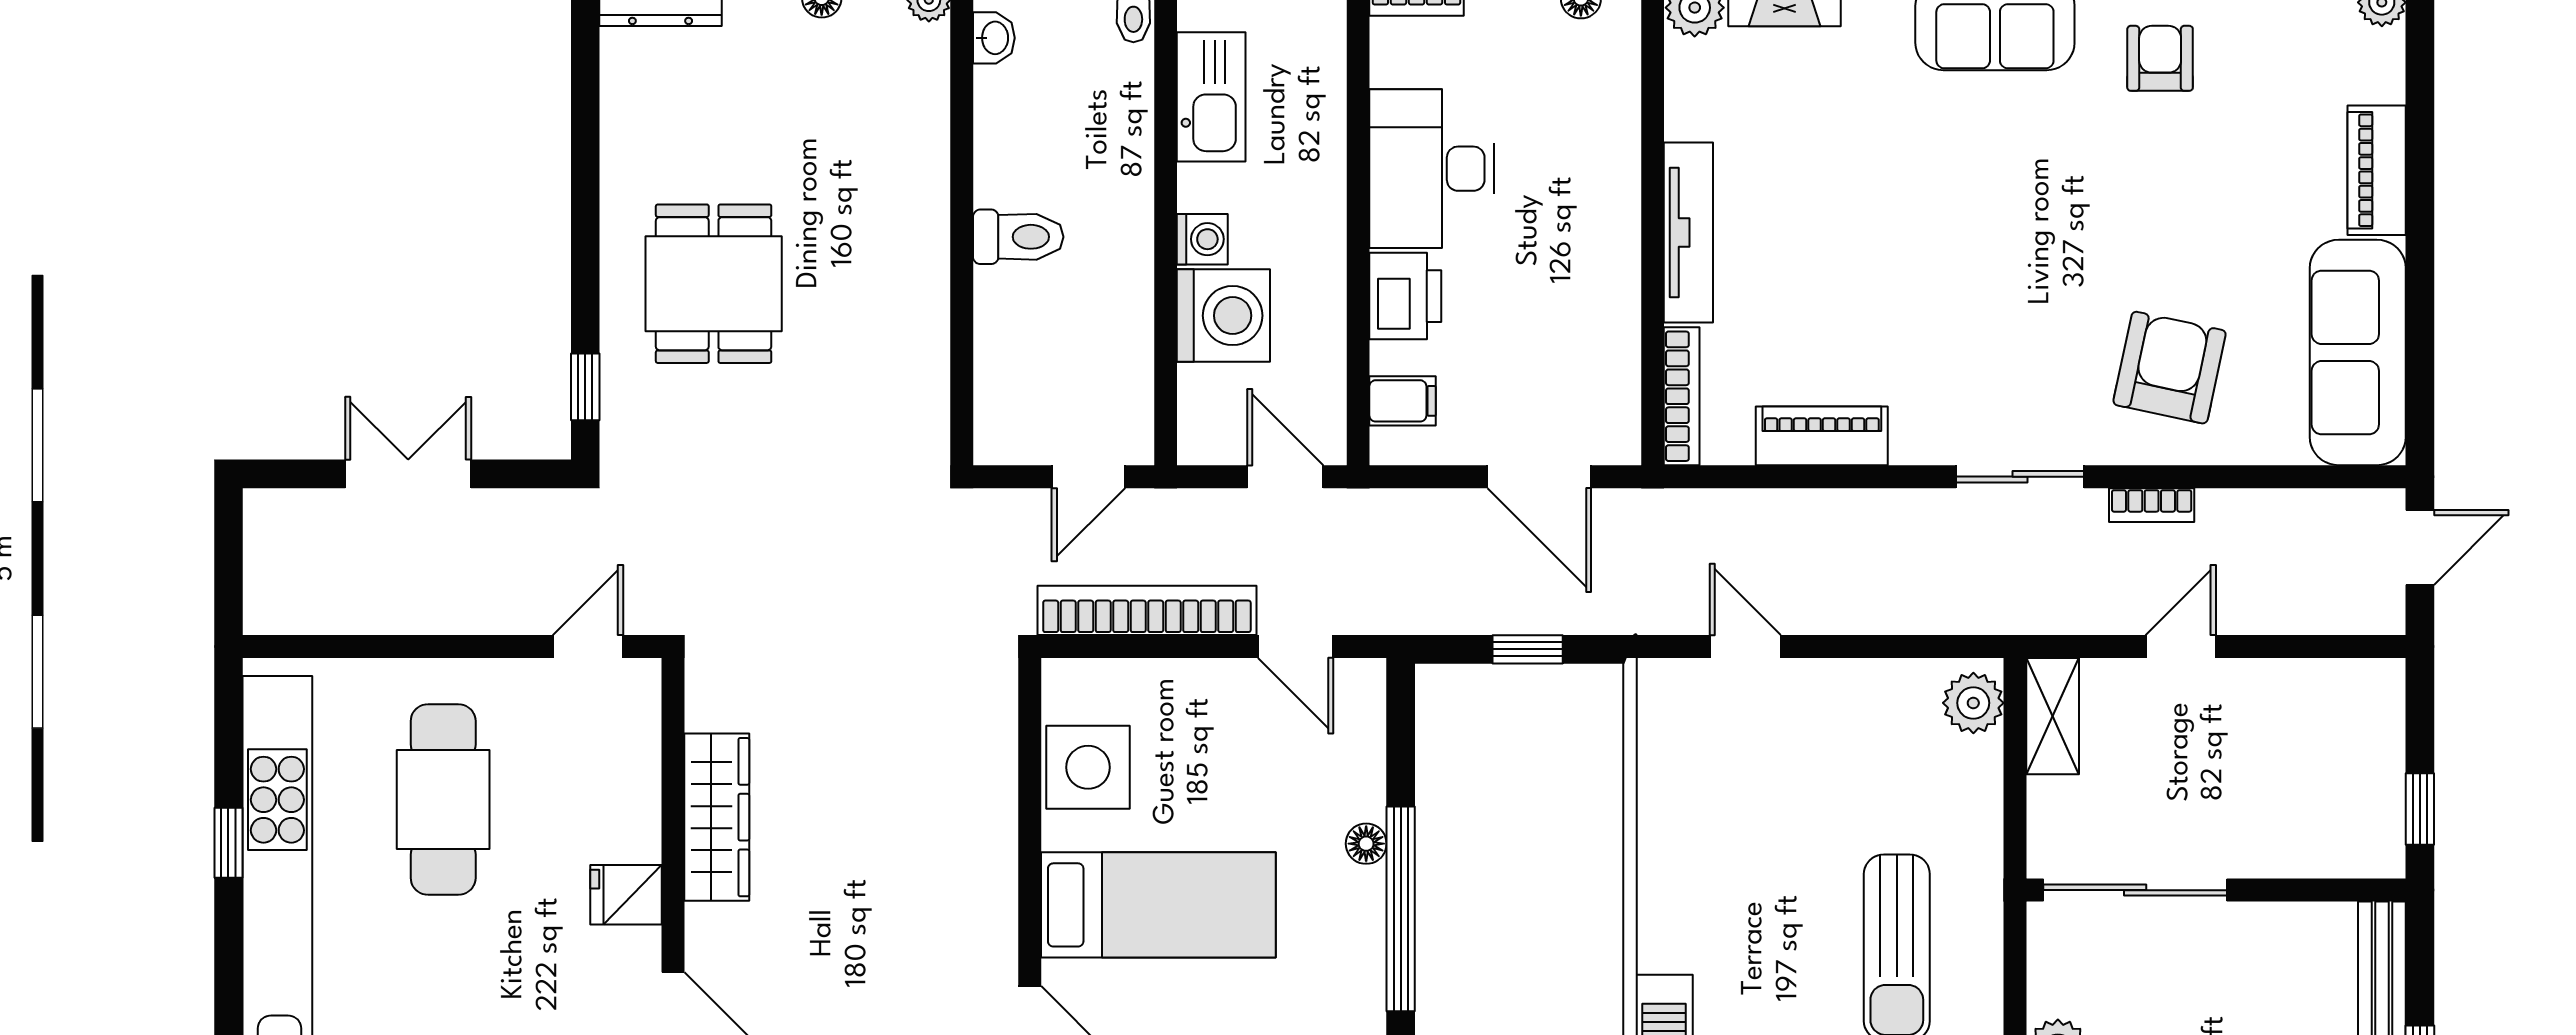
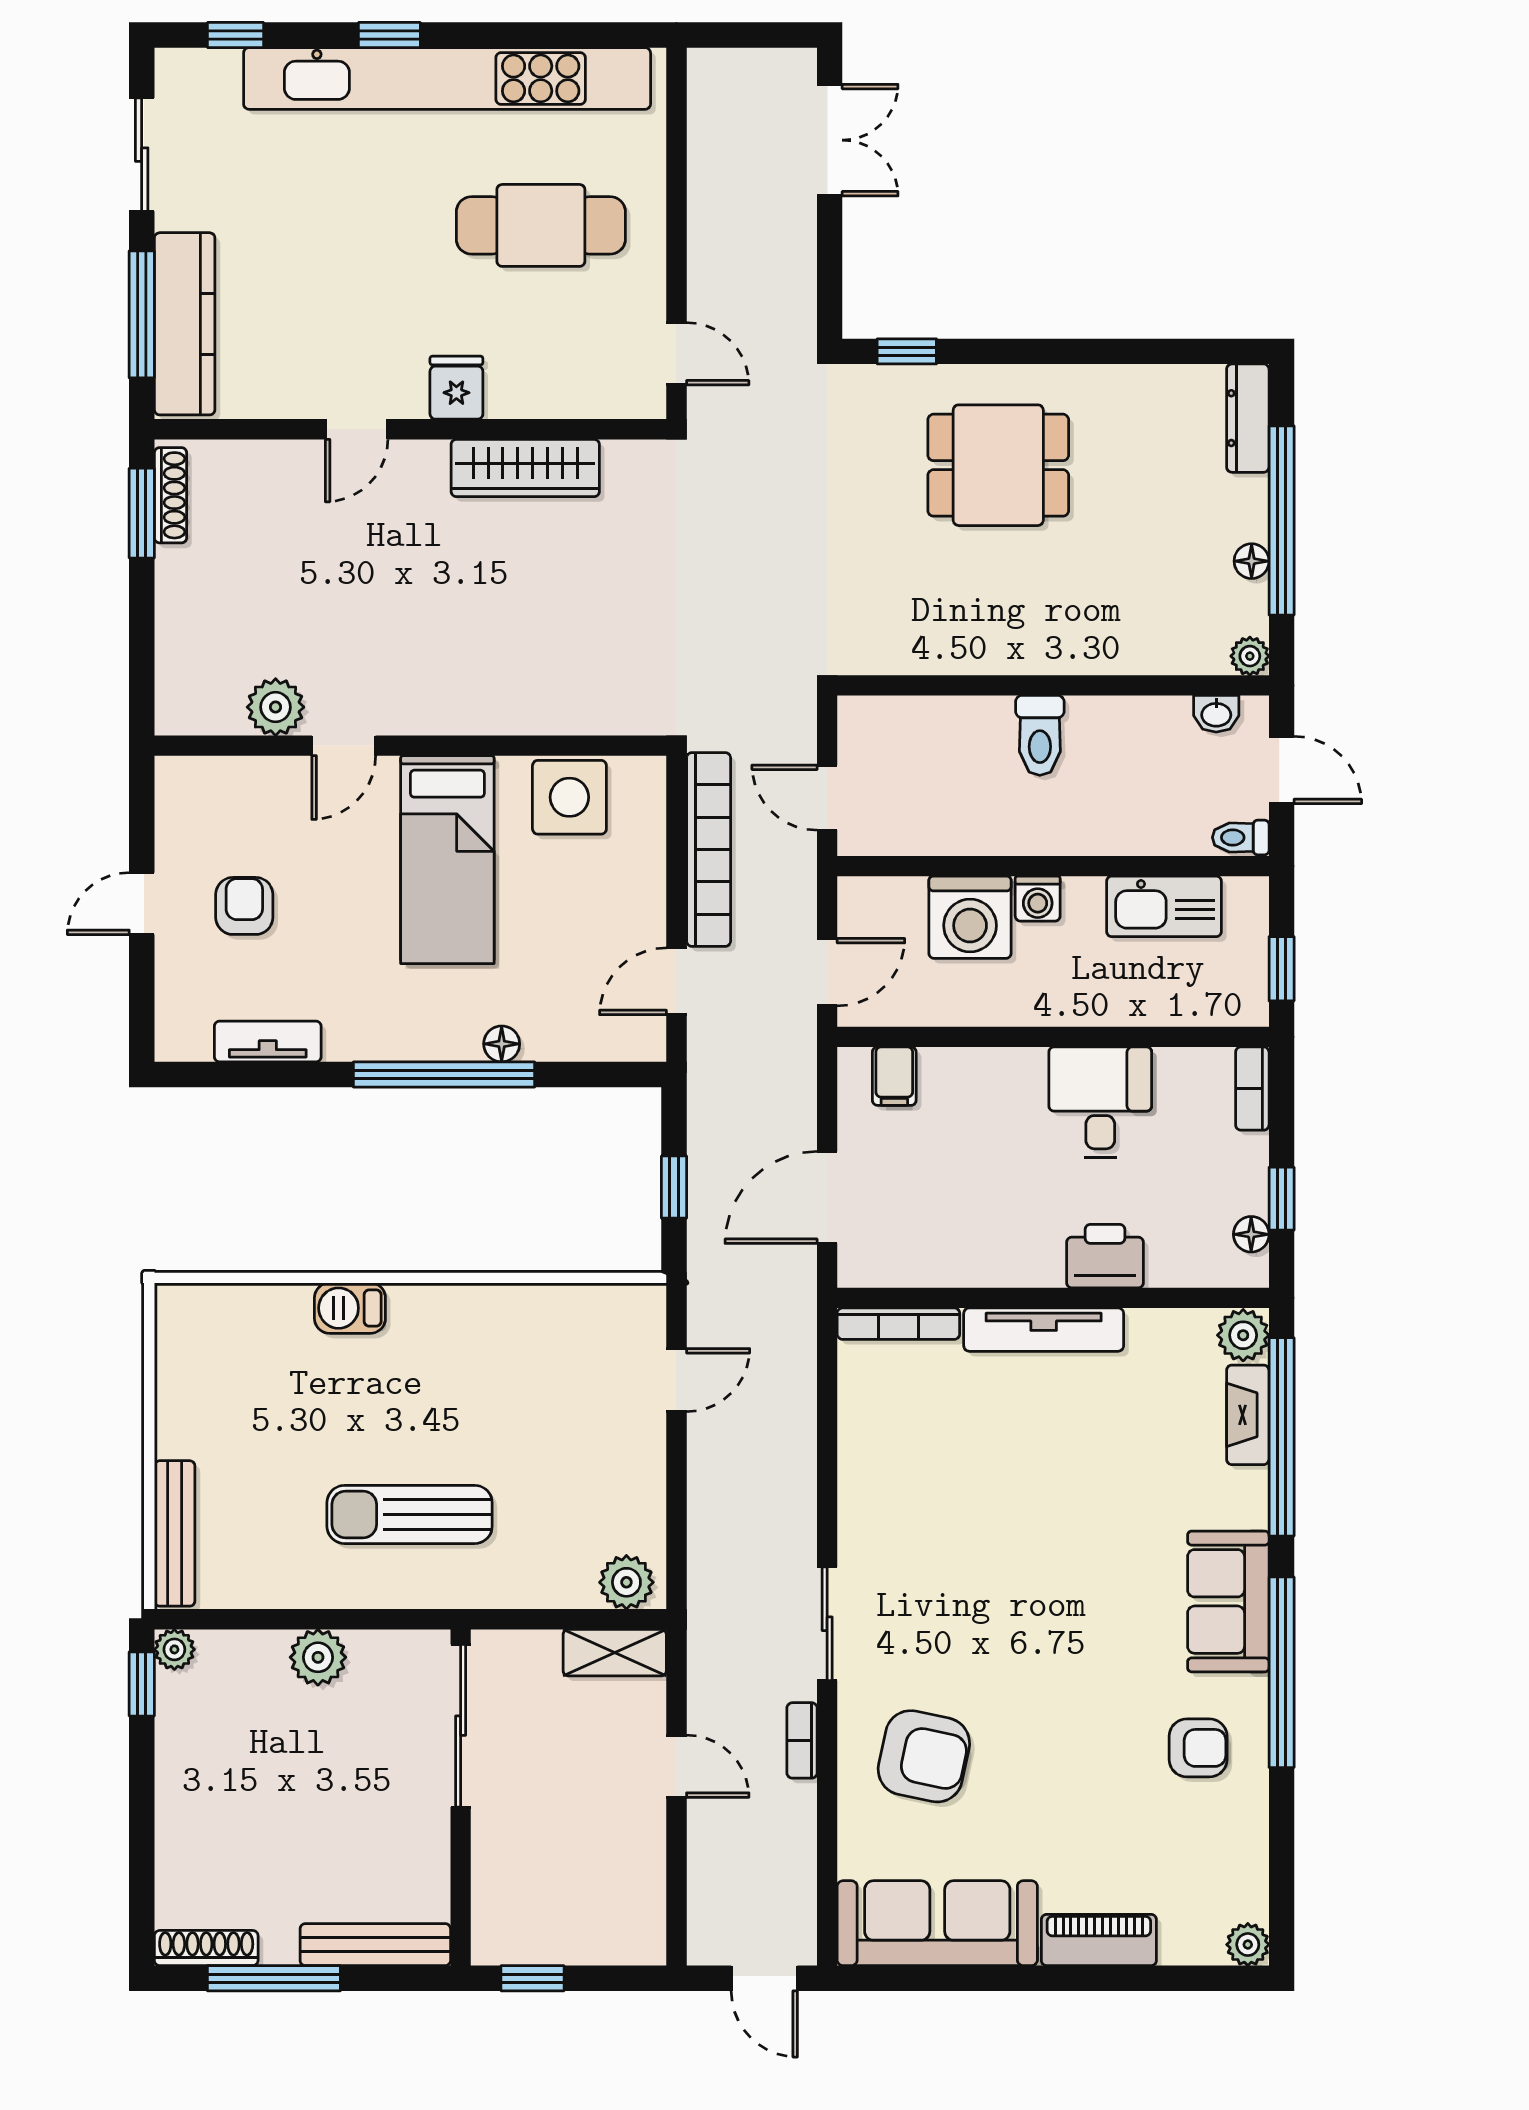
desk: (1432, 169) -> (1100, 1102), width x0.73
printer: (1405, 296) -> (1105, 1256), moved, turned 180
piano: (1822, 436) -> (863, 1448), removed
double door: (408, 474) -> (830, 140), moved
window: (228, 843) -> (389, 35), moved

